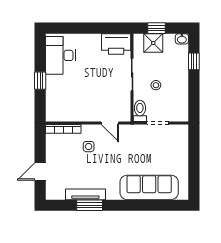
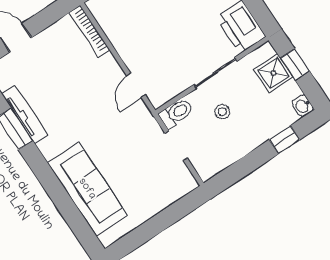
side table: (89, 147) -> (88, 78), removed

